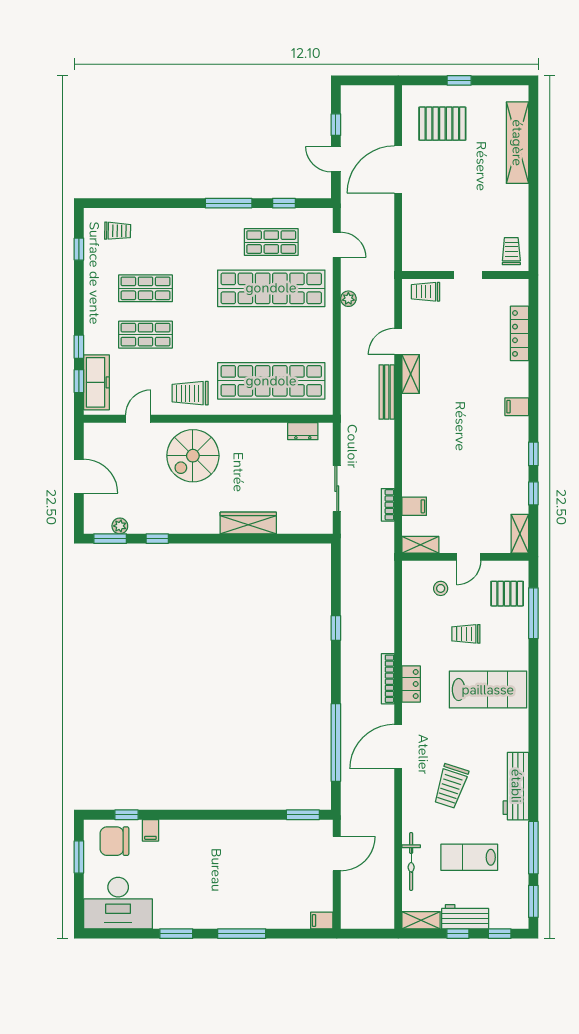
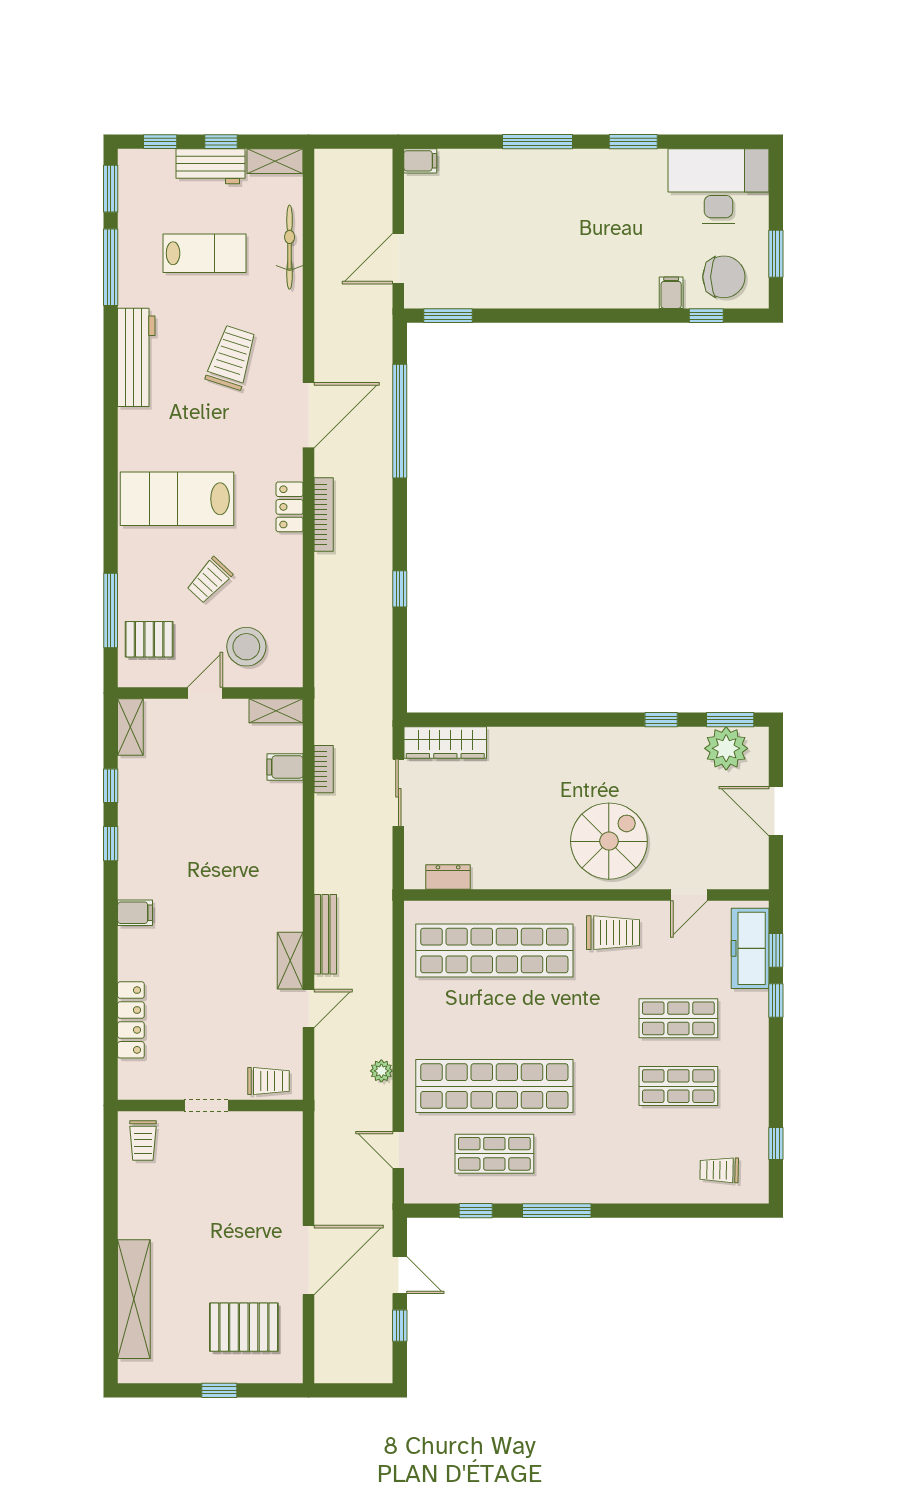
wardrobe: (248, 523) -> (445, 743), moved
plant: (120, 526) -> (726, 748), width x1.87, depth x1.87
stool: (441, 588) -> (246, 647), width x1.89, depth x1.89
trolley: (466, 634) -> (209, 580), turned 133

